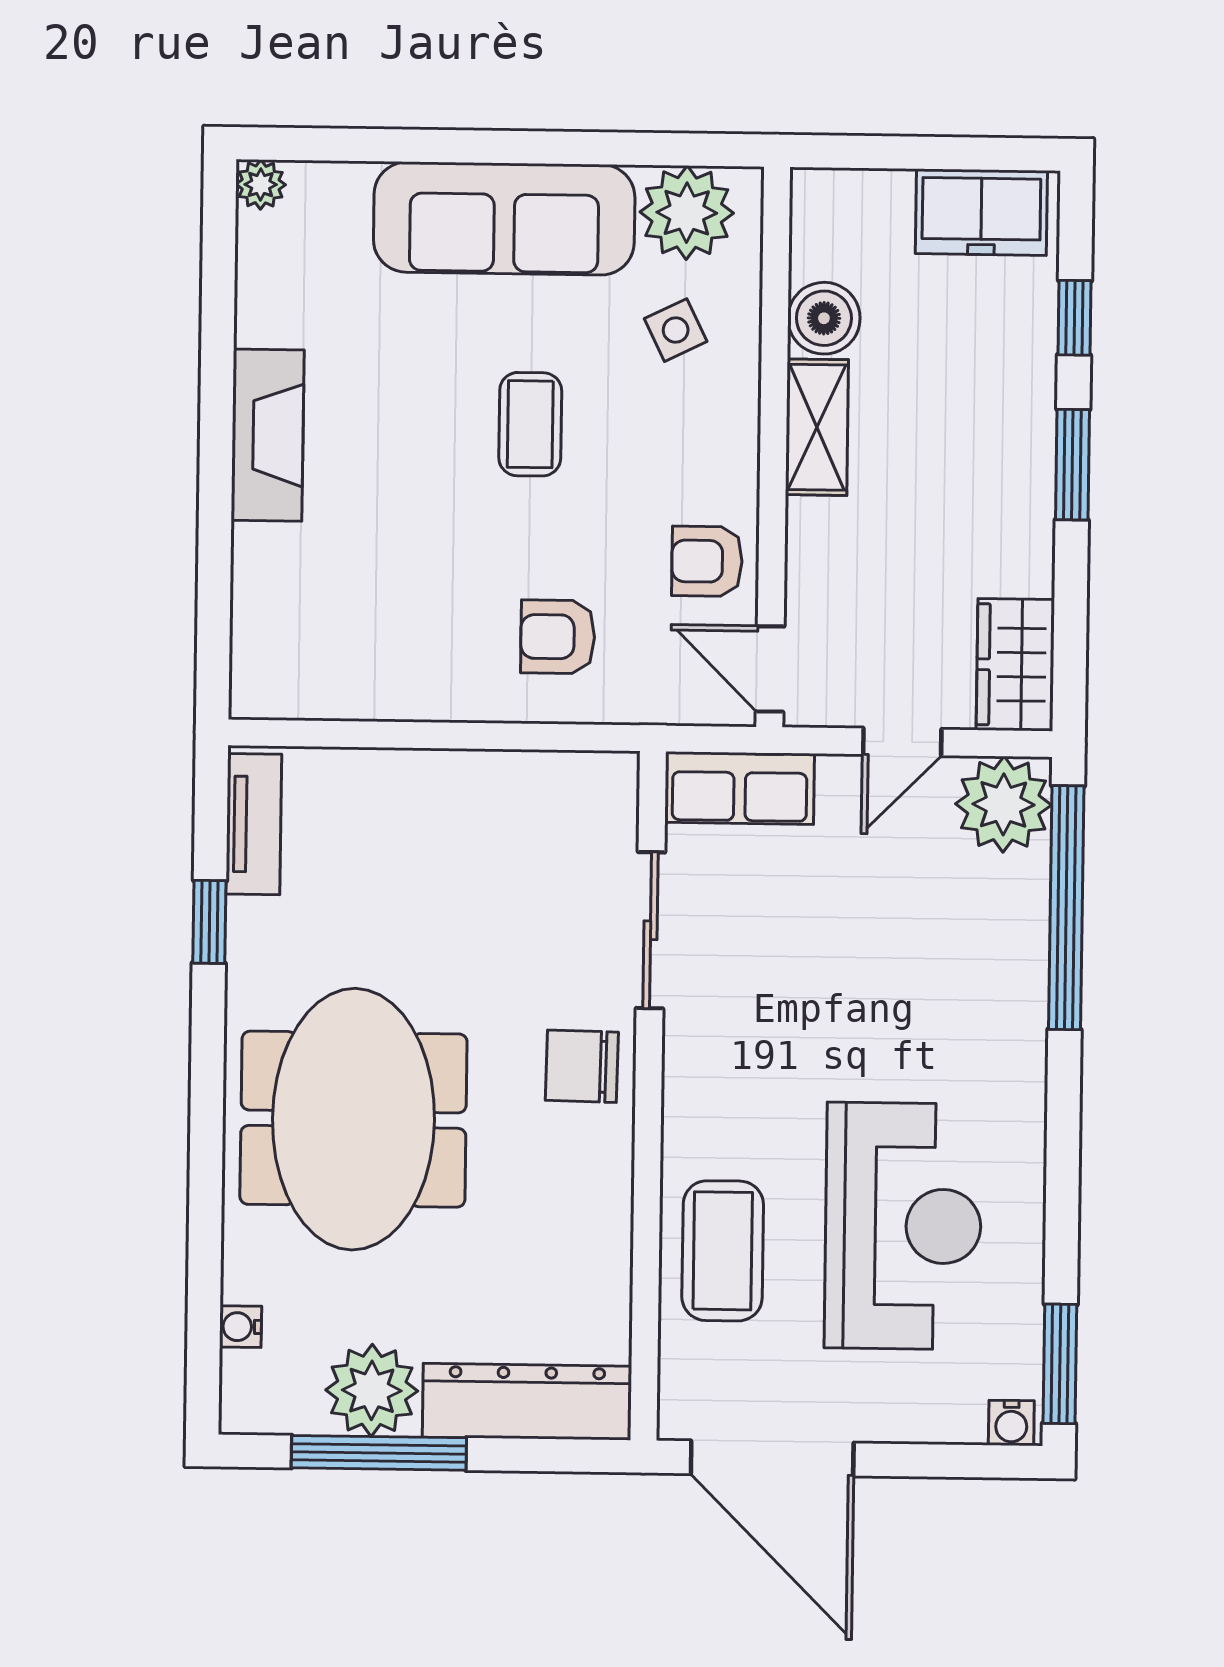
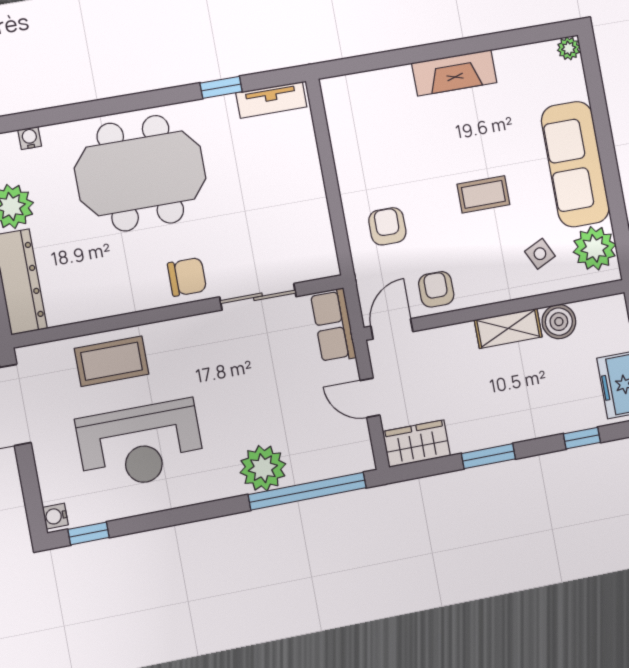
window: (1072, 465) -> (488, 456), moved
plant: (1003, 804) -> (263, 468), moved
chair: (582, 1066) -> (187, 277), turned 89
window: (1060, 1364) -> (89, 533), width x0.67

